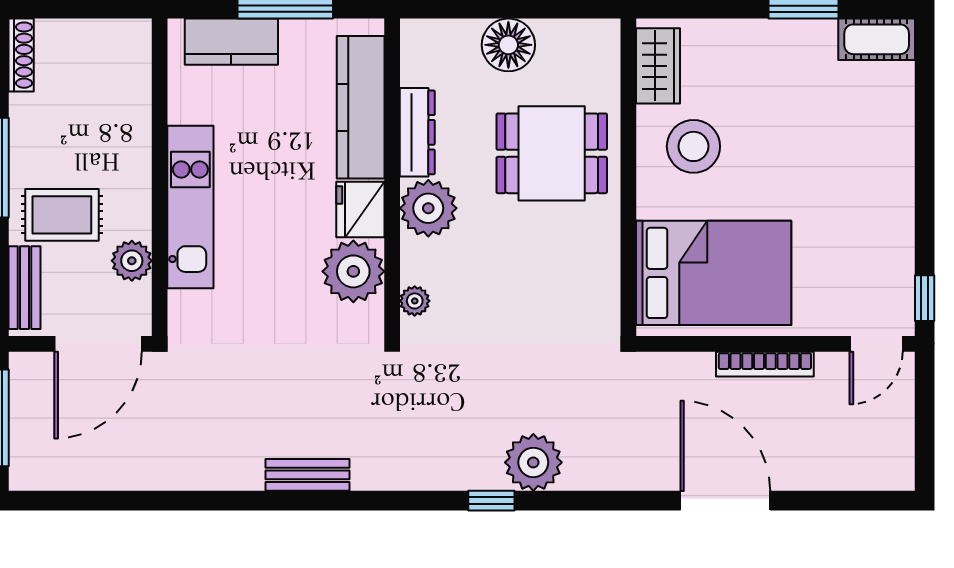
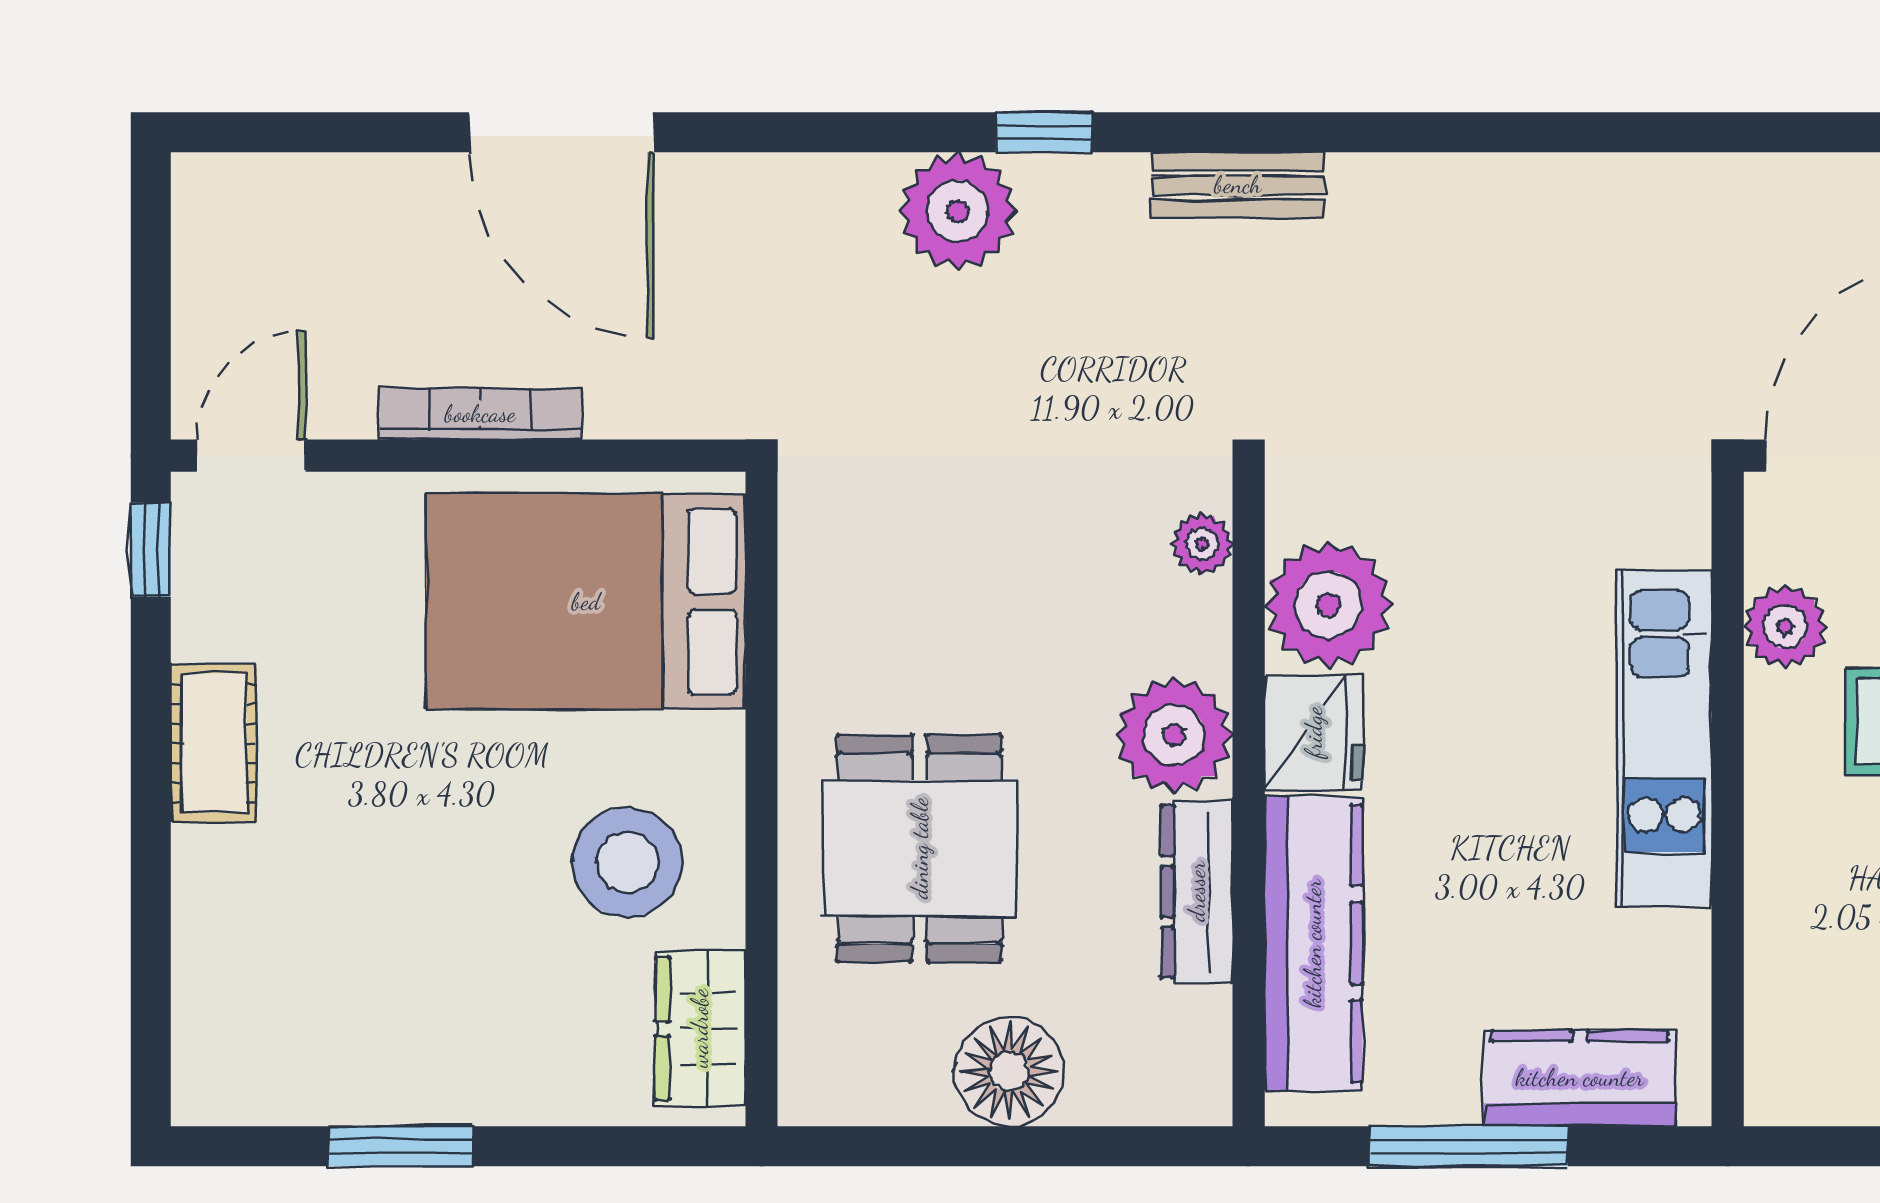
cot: (877, 39) -> (214, 743), moved, turned 90
dining table: (552, 153) -> (920, 848), turned 90
bench: (307, 475) -> (1238, 185), moved

